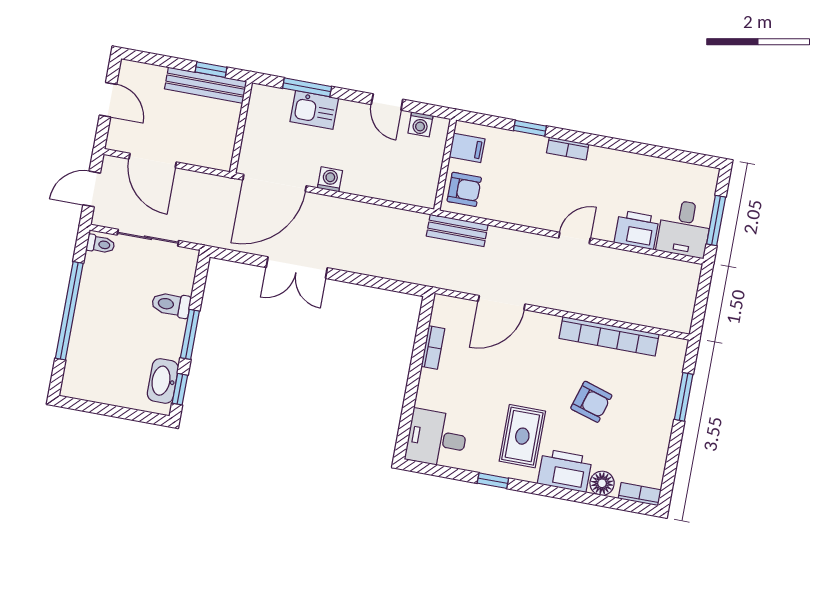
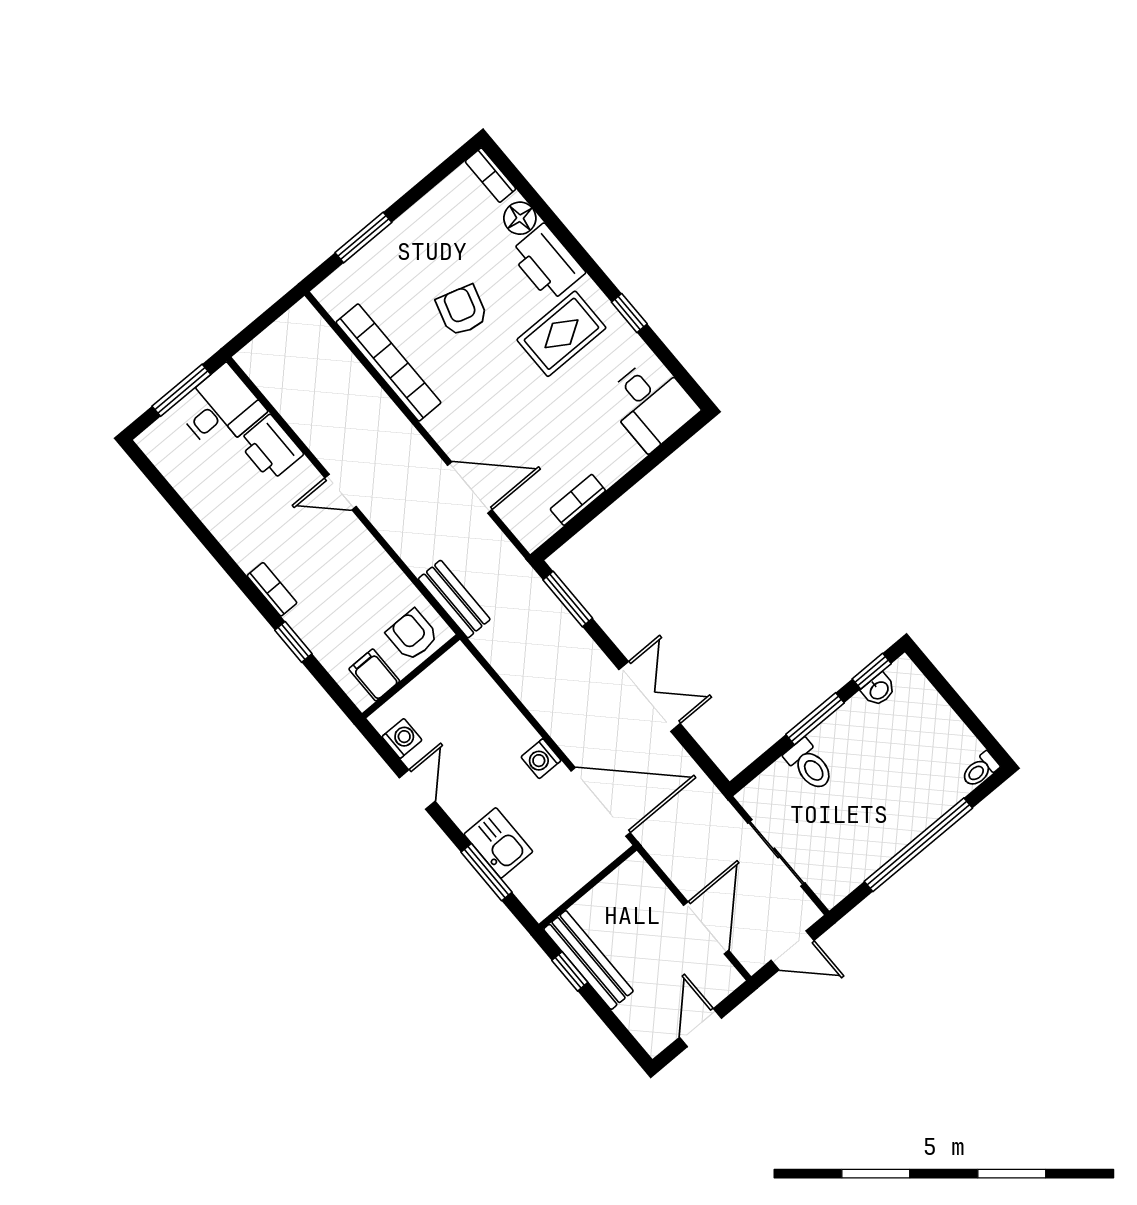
toilet: (101, 244) -> (980, 770), moved, turned -90
window: (391, 285) -> (568, 599), added
washbasin: (163, 381) -> (879, 690), width x0.52, depth x0.69

